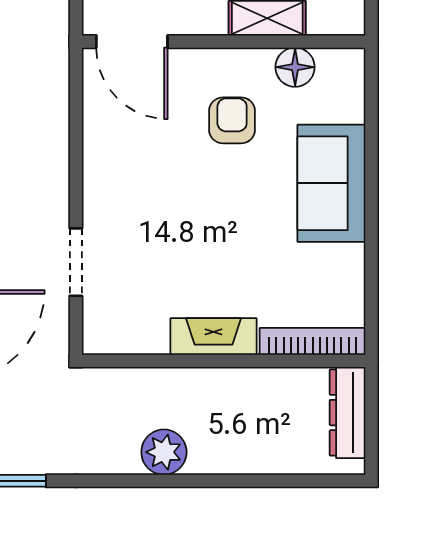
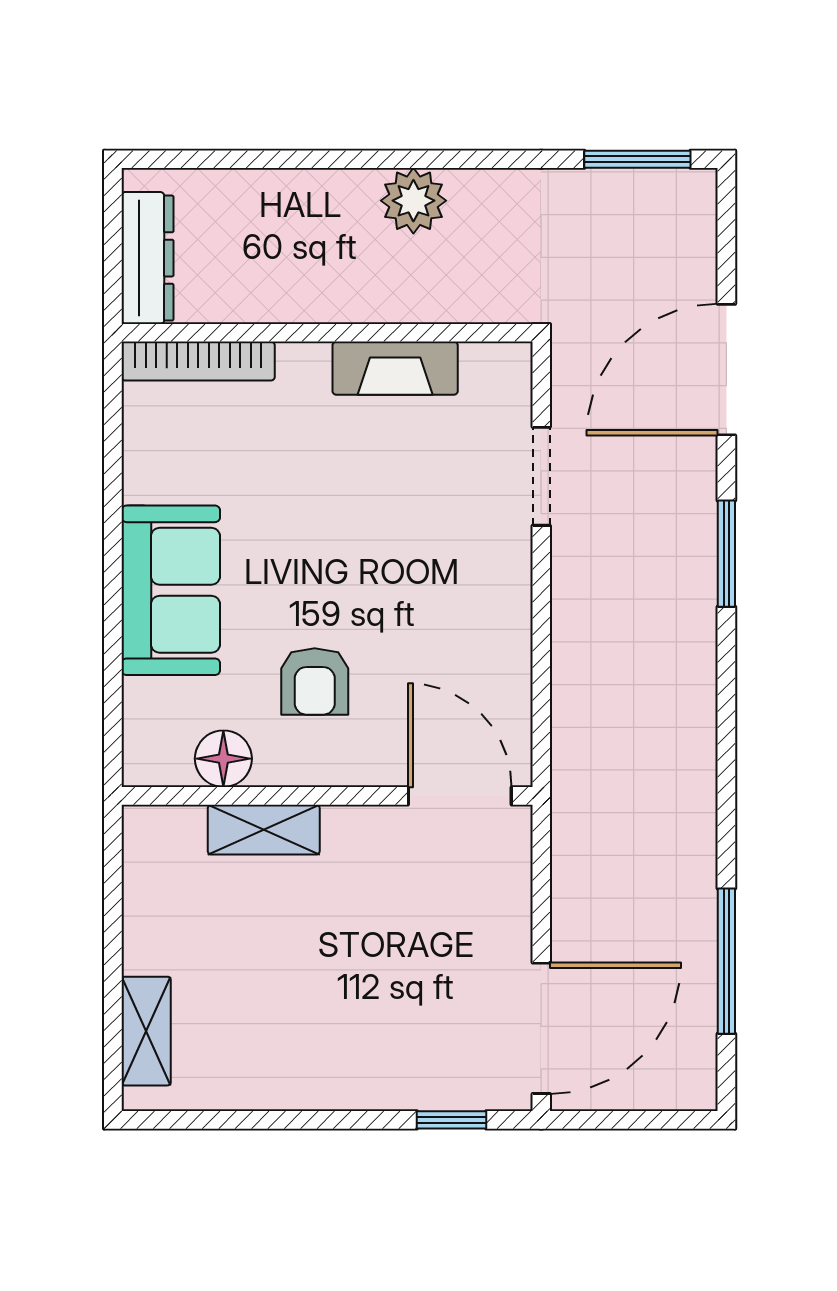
fireplace: (213, 337) -> (395, 368), moved

